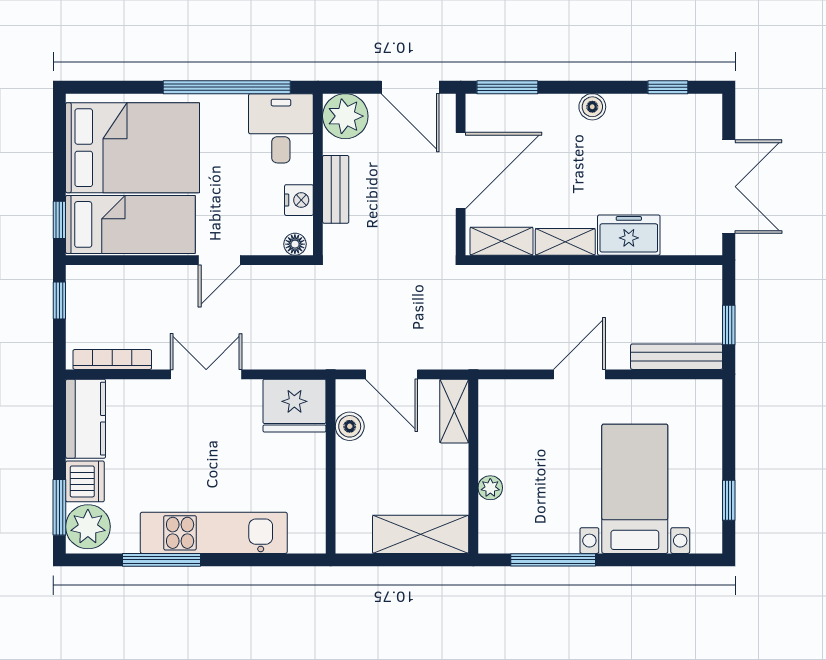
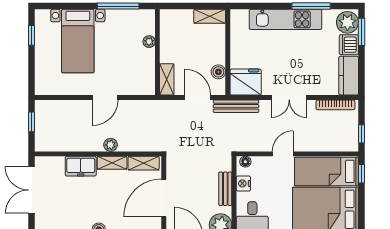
plant: (568, 278) -> (111, 145), added
bench: (677, 357) -> (236, 106), moved
shelving: (421, 534) -> (210, 16), moved, width x0.67, depth x0.75

